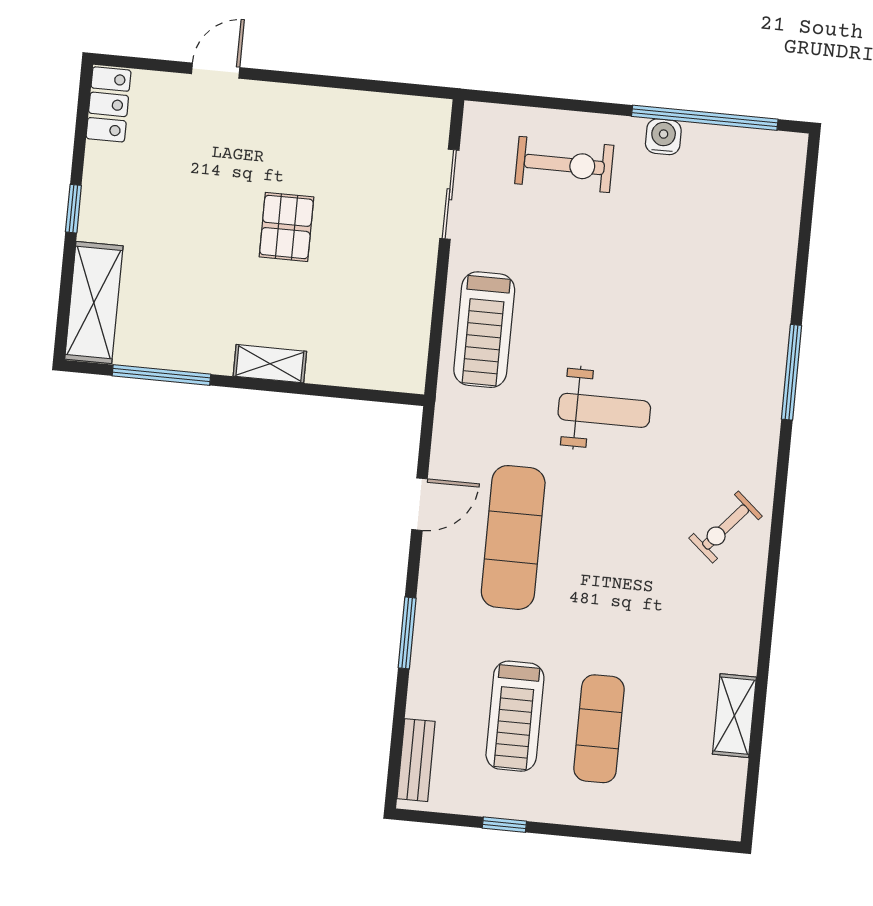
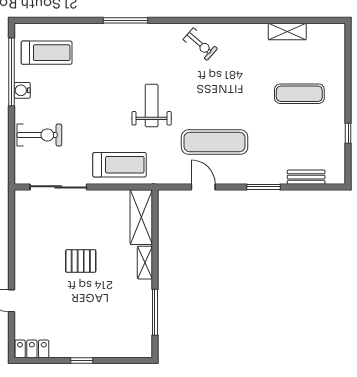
exercise bike: (564, 164) -> (39, 135), turned 90
sliding door: (449, 194) -> (58, 187), width x1.37
shelving: (94, 303) -> (141, 217), moved, turned 90
treadmill: (515, 716) -> (47, 53), moved
bench: (416, 760) -> (306, 177), moved

